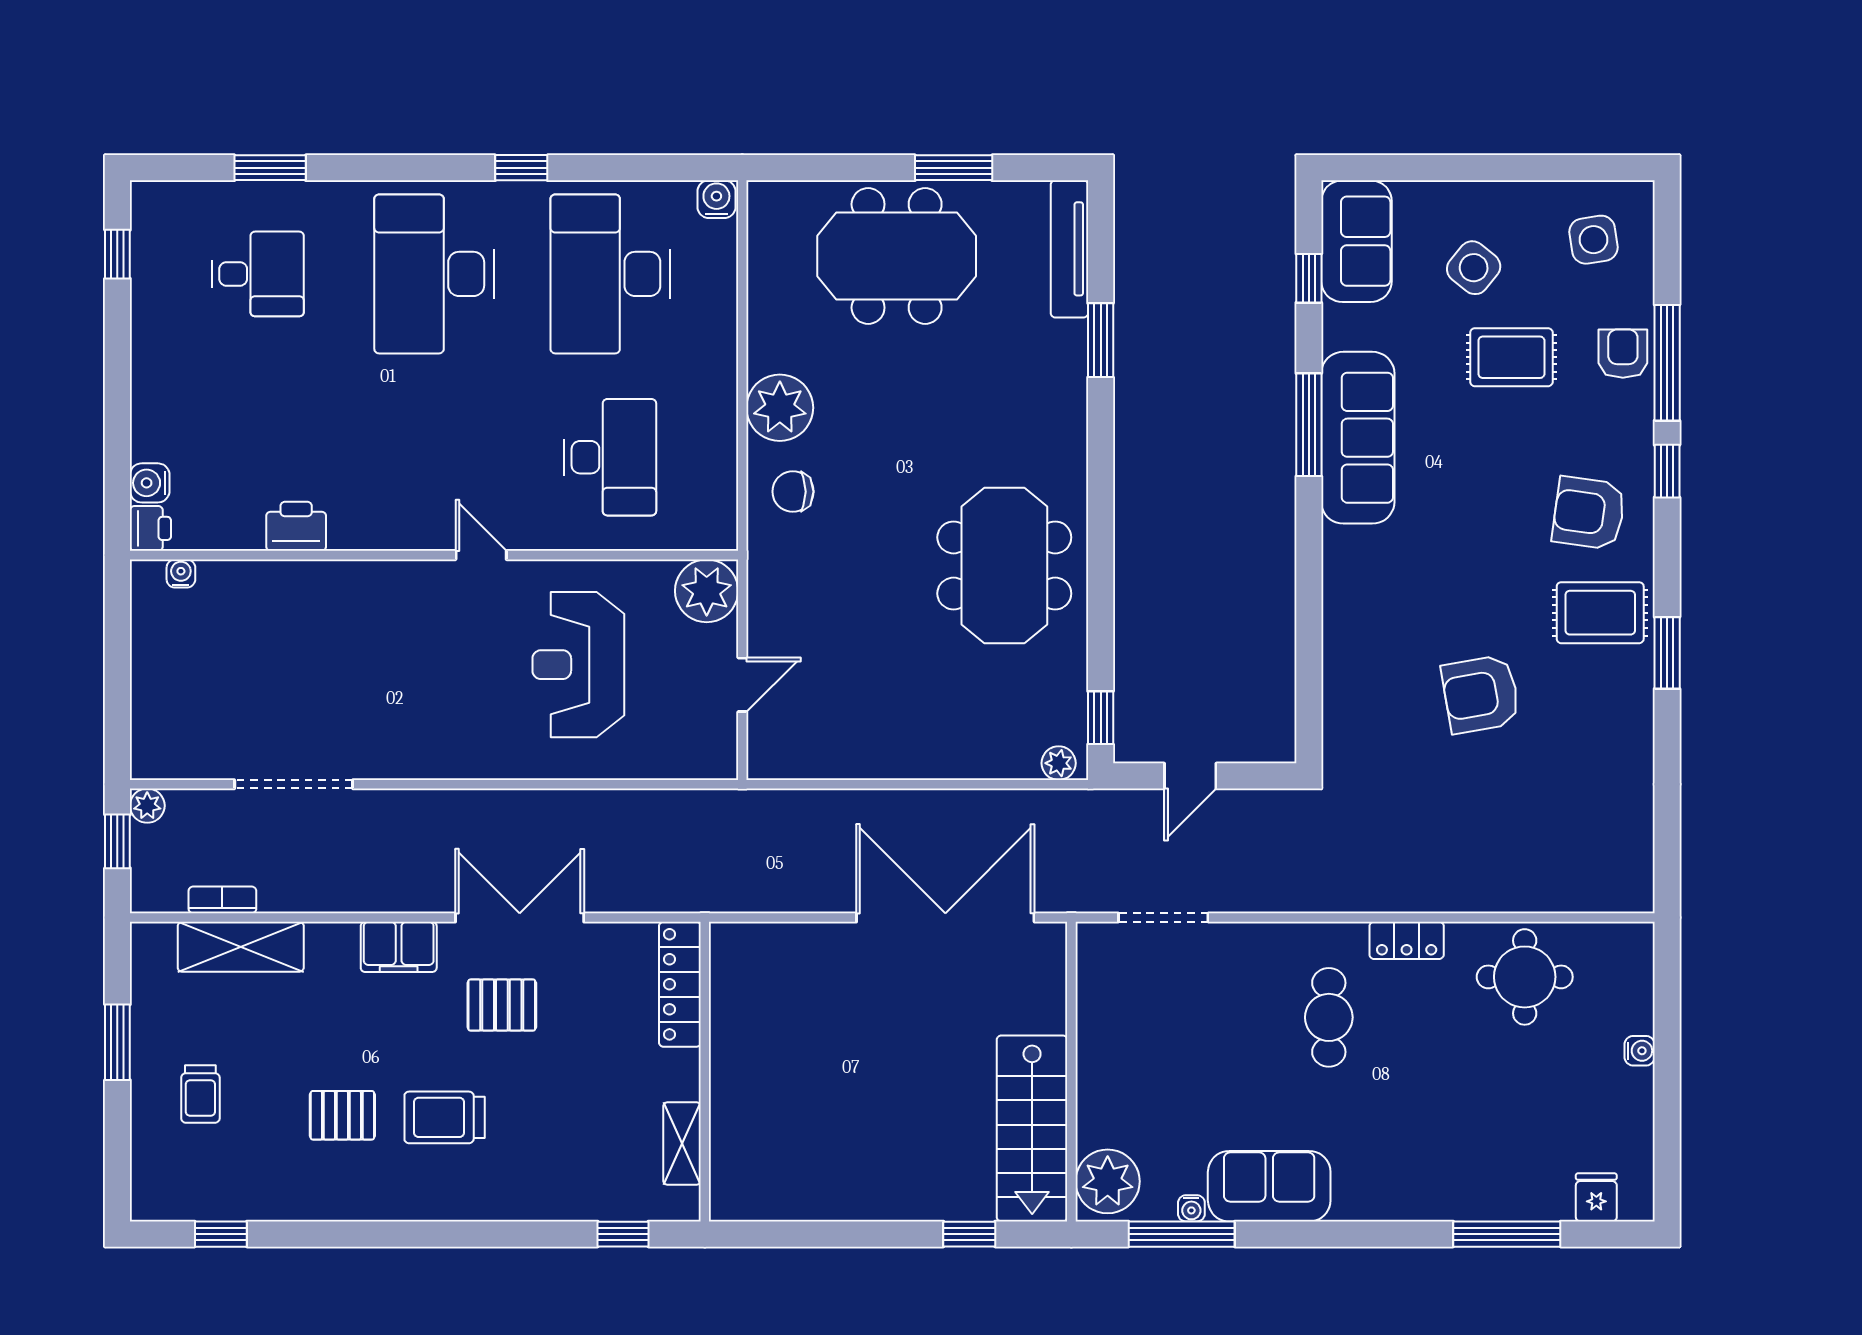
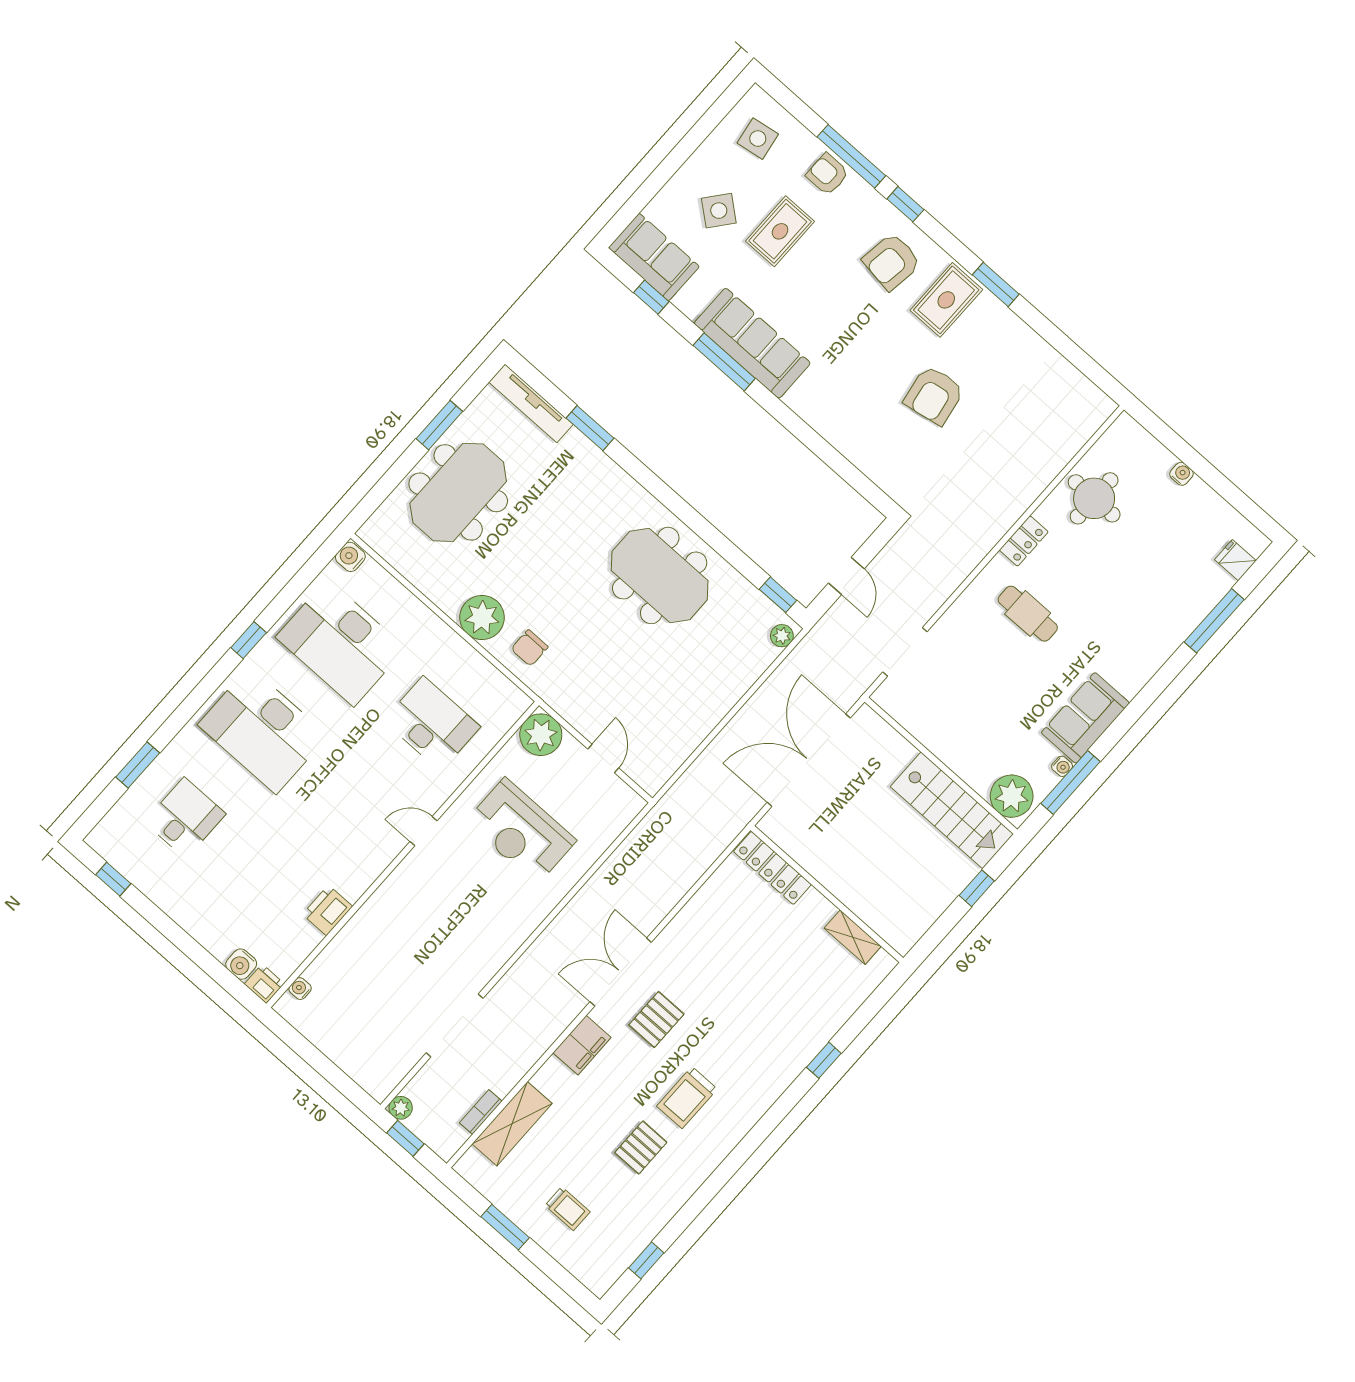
locker: (680, 984) -> (773, 868), moved
wall: (705, 1072) -> (827, 894), moved
shelving: (682, 1143) -> (853, 937), moved

